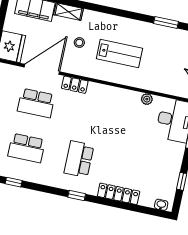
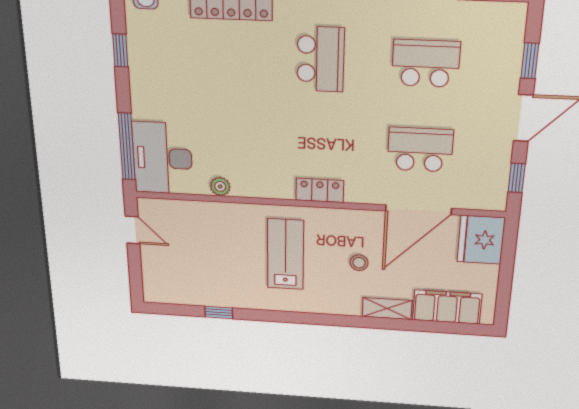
window: (166, 22) -> (219, 312), width x0.67
lab bench: (119, 54) -> (285, 254), turned 90
locker: (75, 85) -> (320, 190), moved

